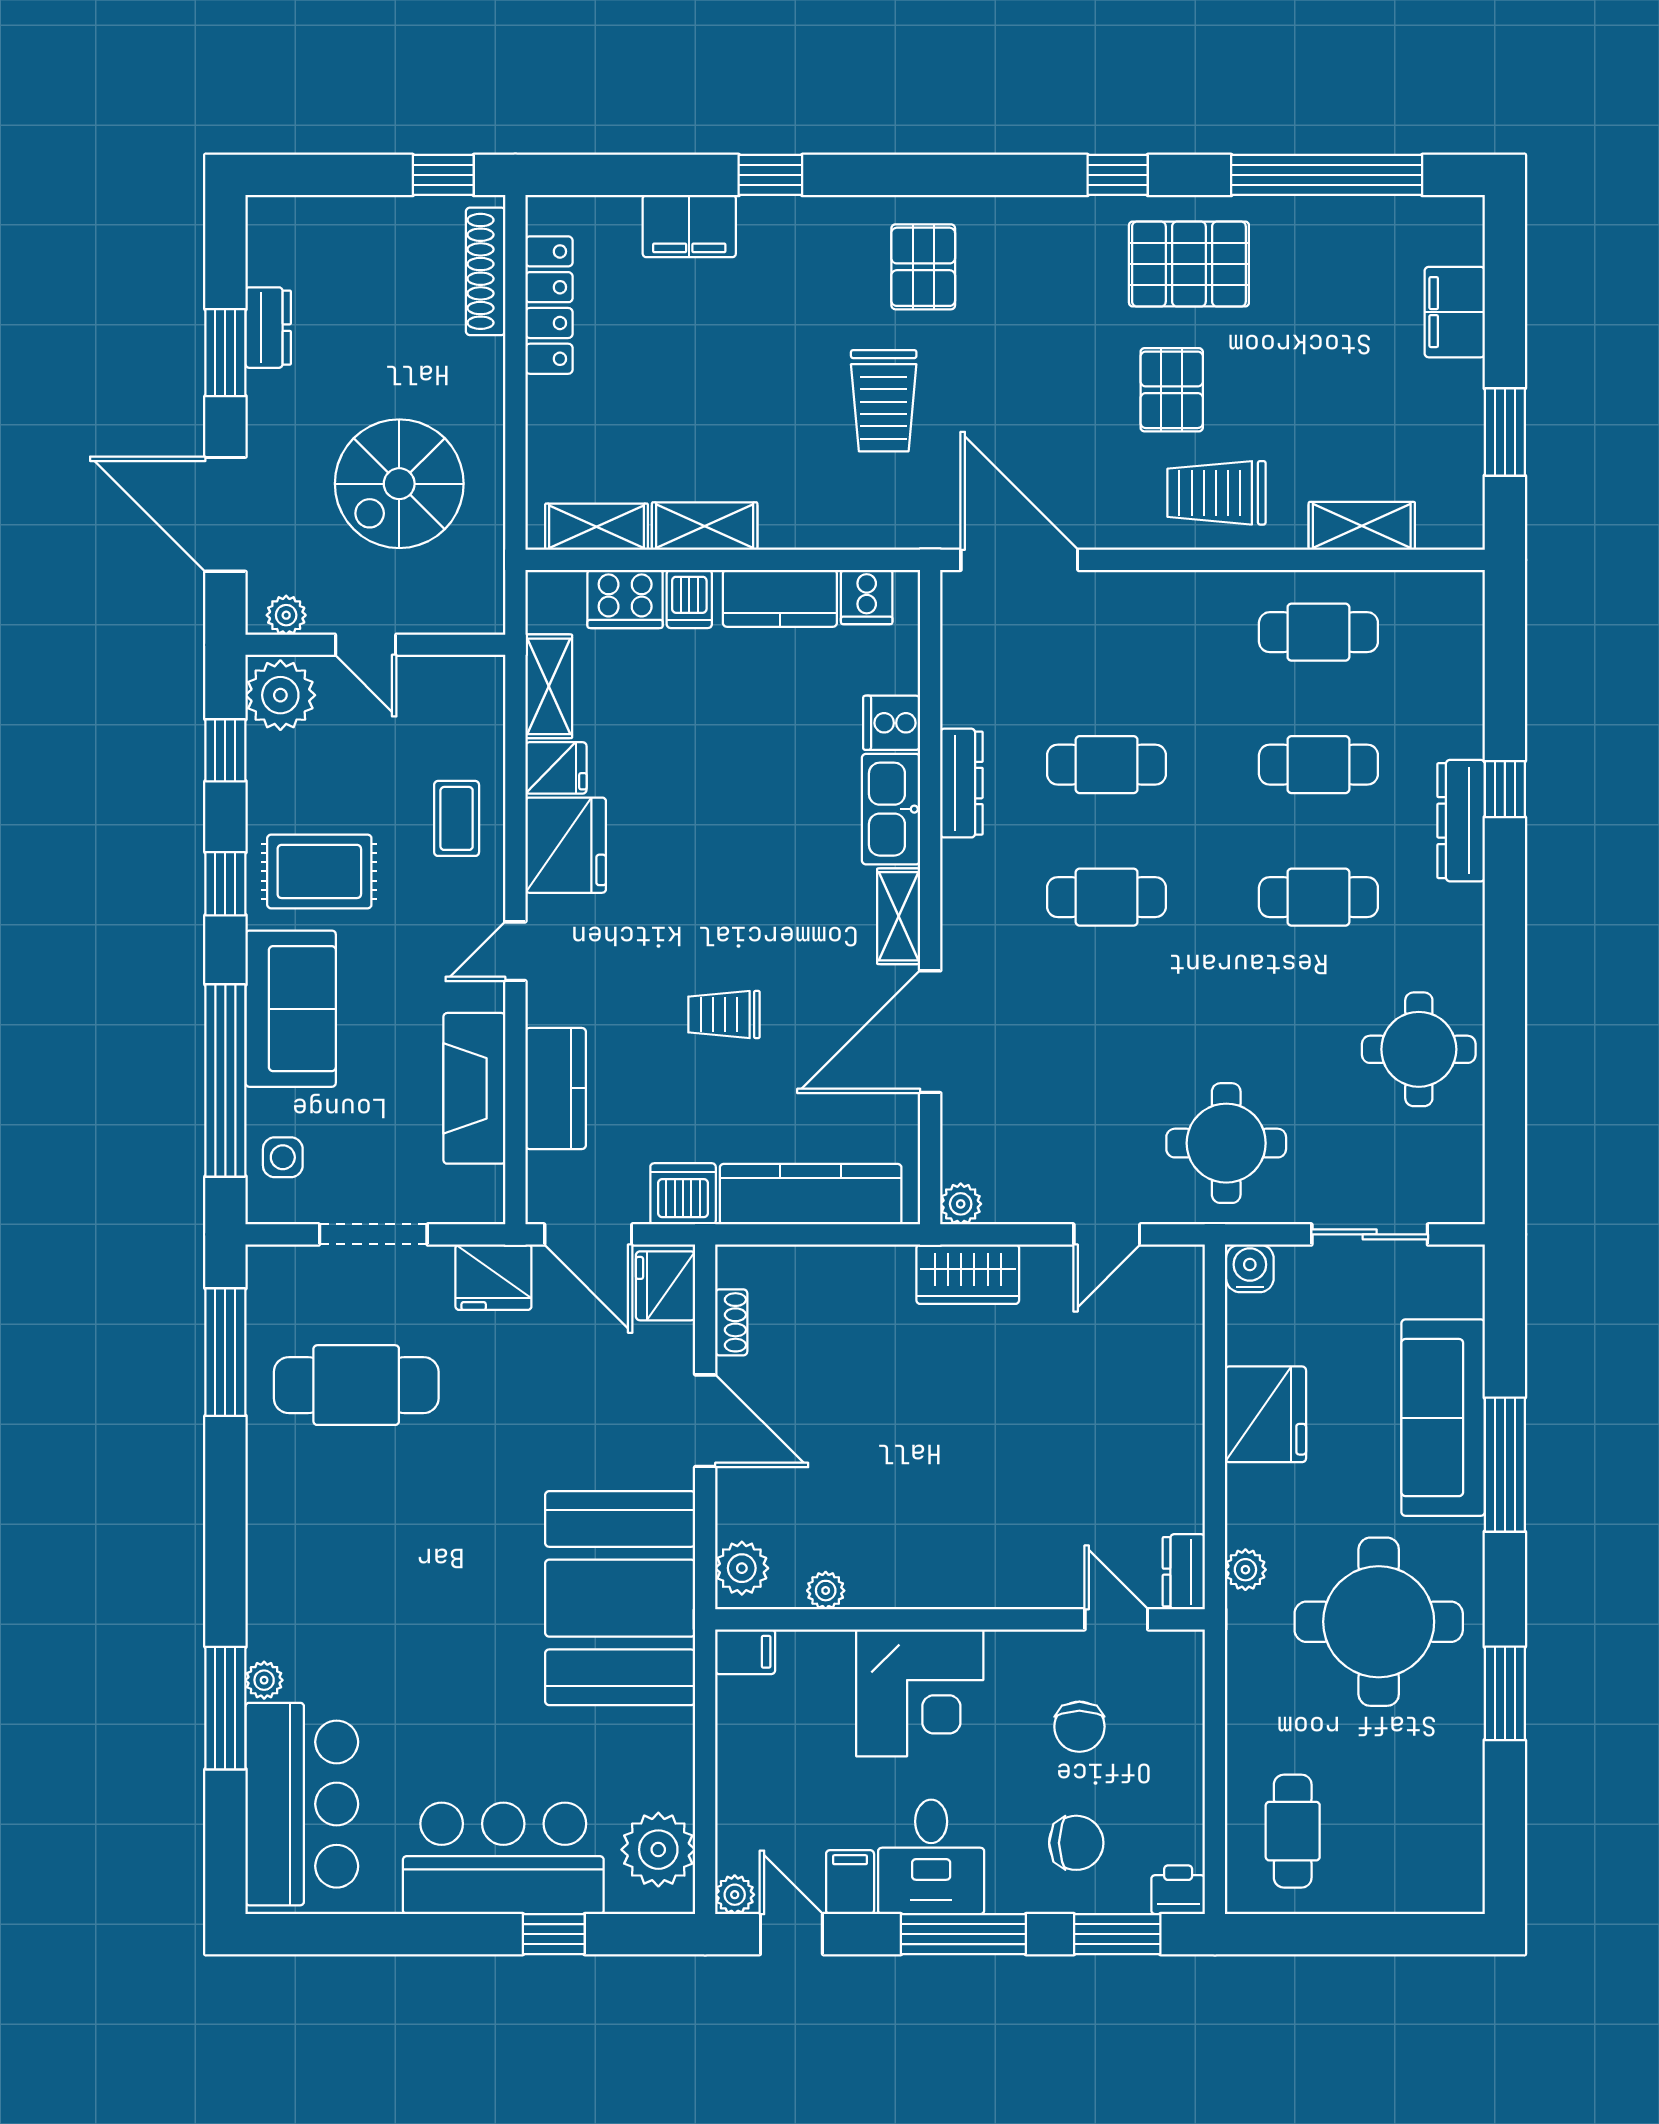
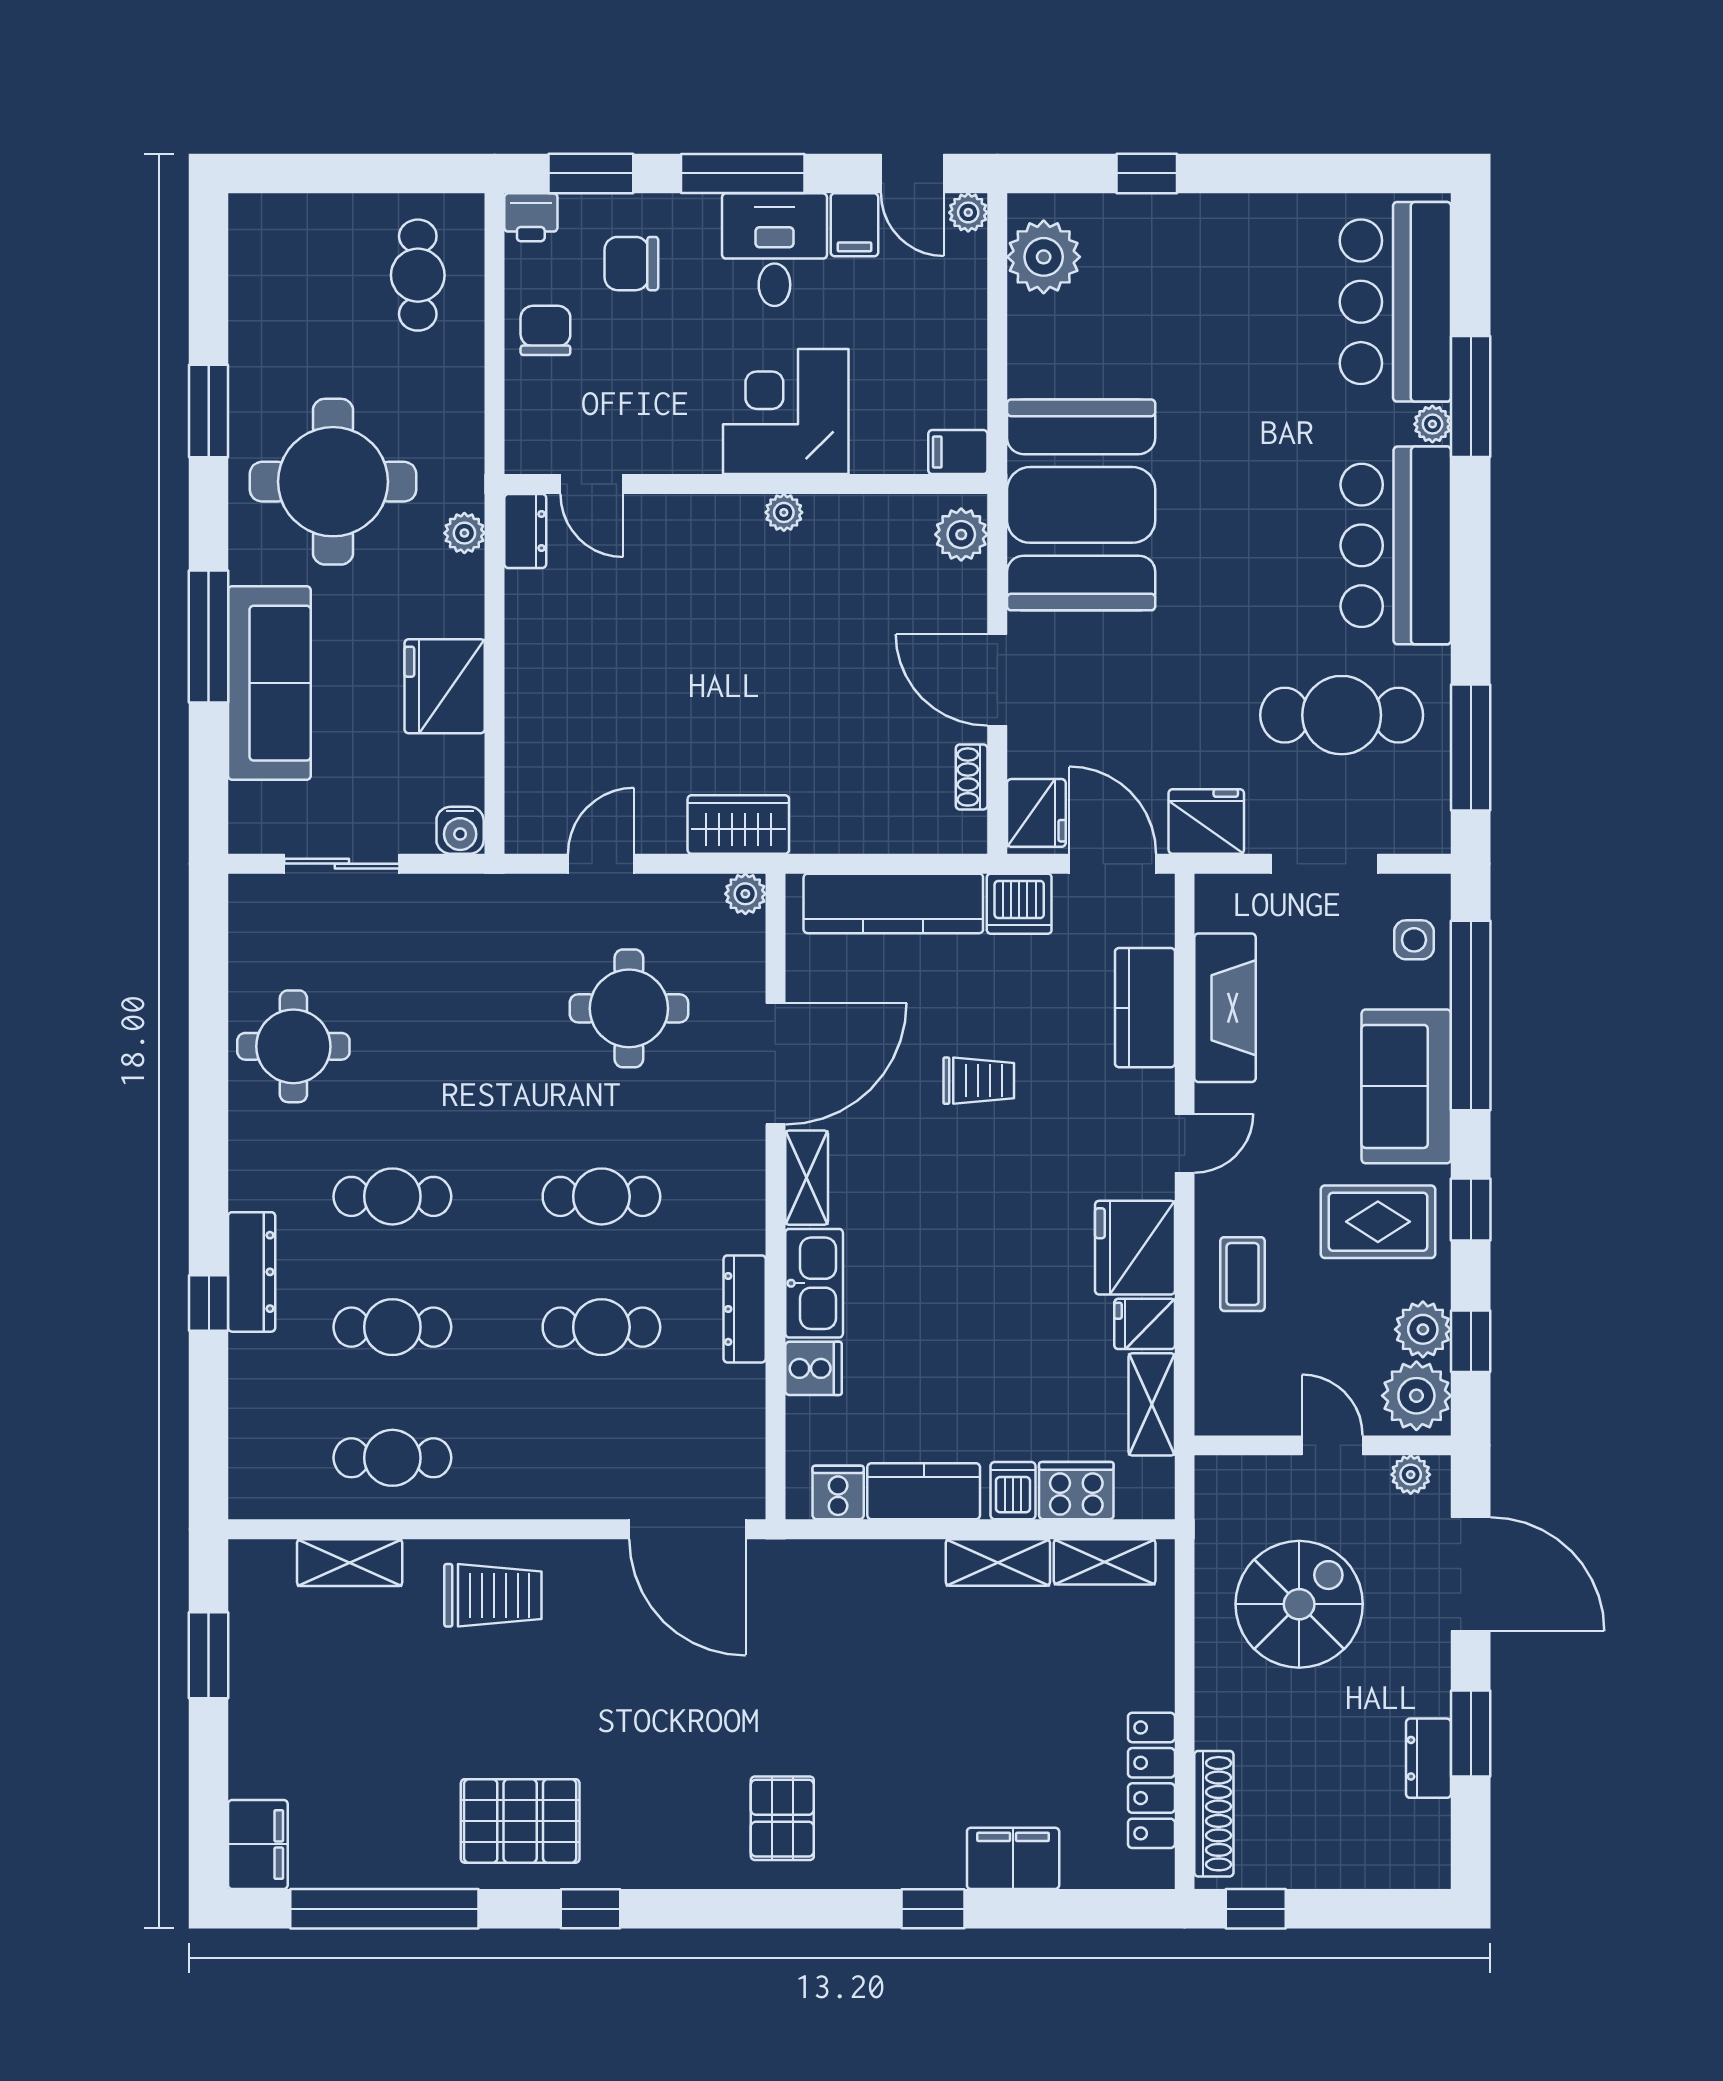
filing cabinet: (1455, 312) -> (258, 1844), moved
pallet: (1172, 390) -> (537, 1697), removed
trolley: (884, 401) -> (821, 1686), removed
plant: (274, 762) -> (1423, 1329), added
round table: (1226, 1143) -> (629, 1008), moved
plant: (826, 1591) -> (784, 512), moved
chair: (1079, 1727) -> (545, 330), moved
bar counter: (503, 1858) -> (1396, 545), moved, turned 90

